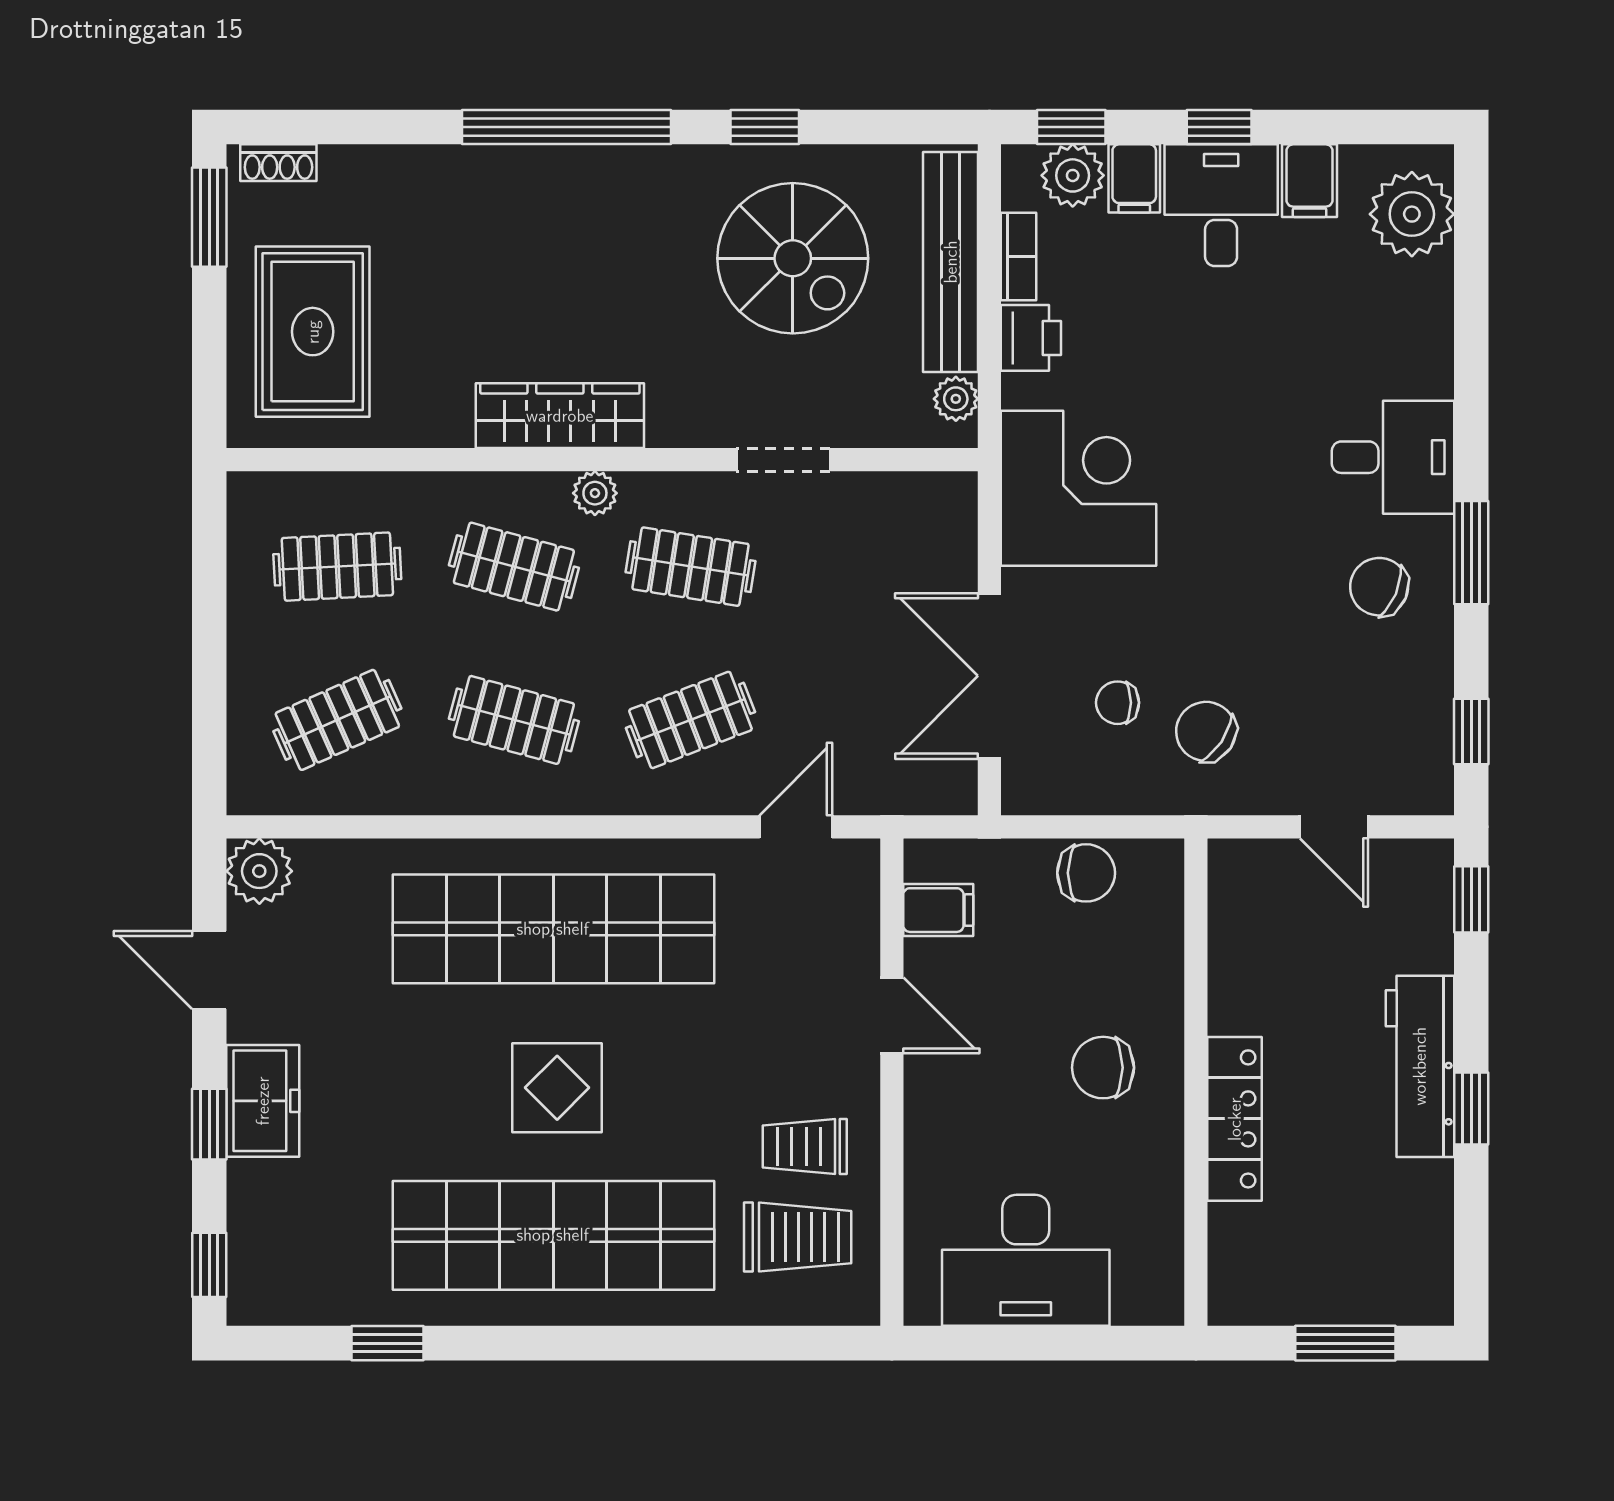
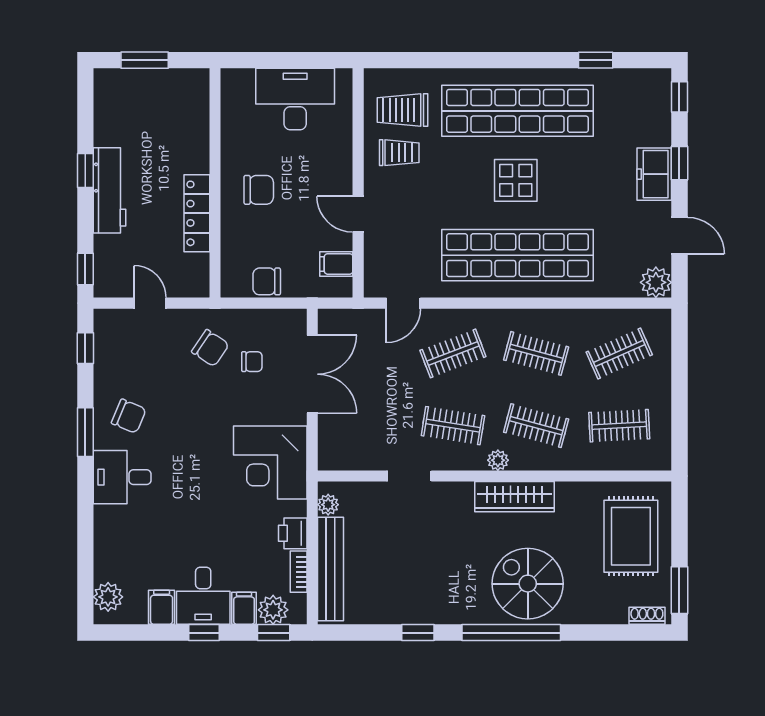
plant: (1412, 214) -> (108, 597), width x0.73, depth x0.73
spiral stairs: (793, 258) -> (528, 584), moved
locker: (1235, 1119) -> (197, 213), moved

